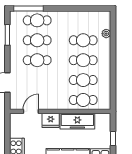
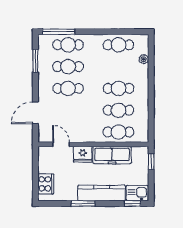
cafe table: (83, 40) -> (118, 45), moved
door: (31, 111) -> (61, 144), hinge flipped
window: (113, 138) -> (151, 162), moved

